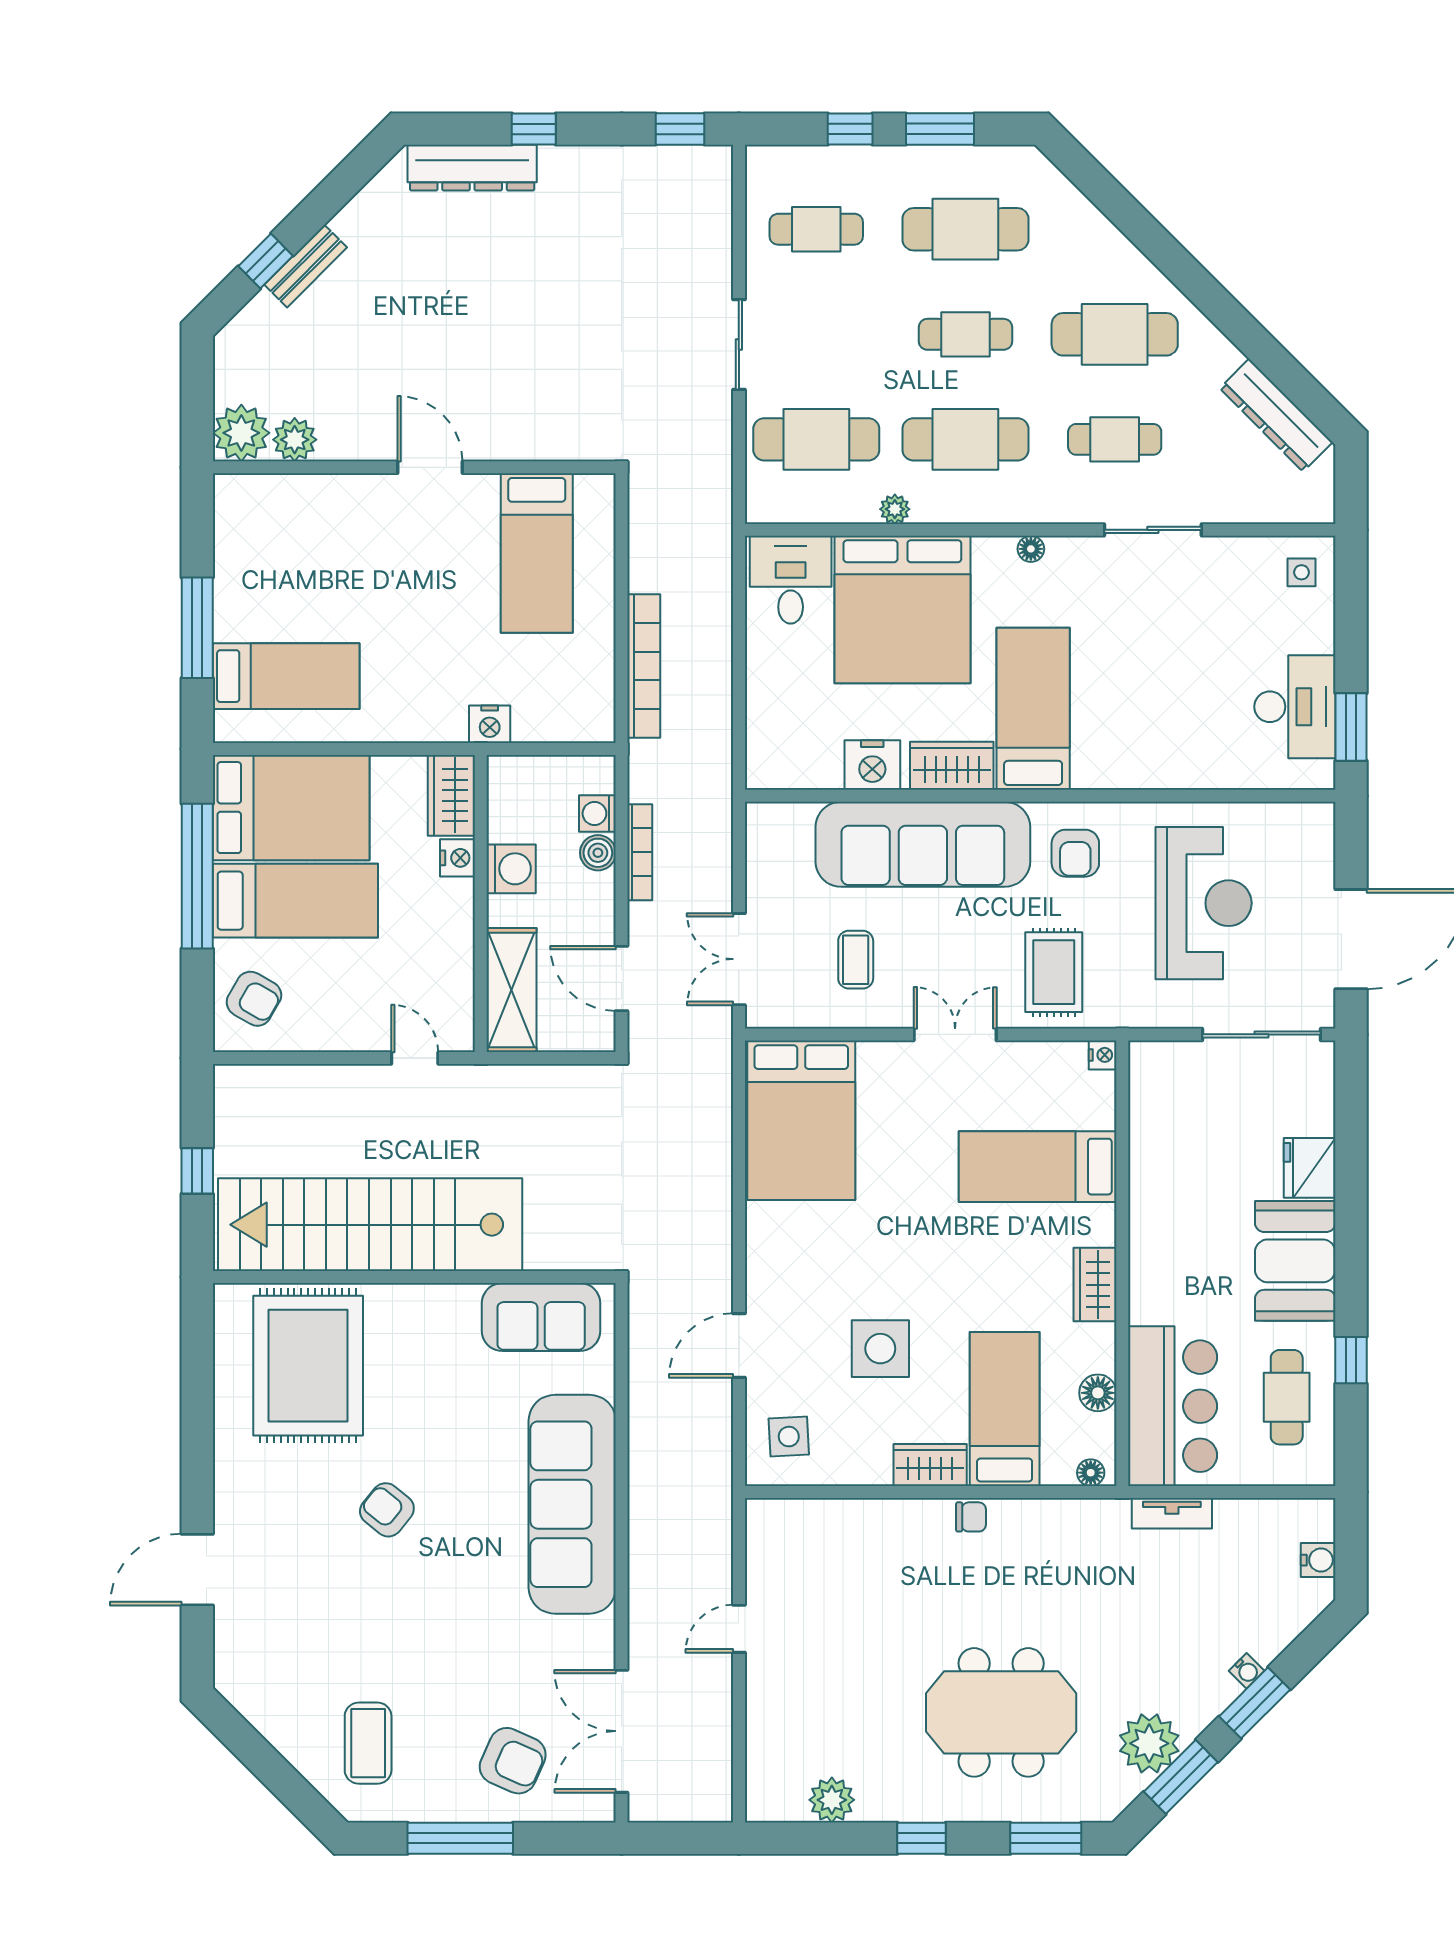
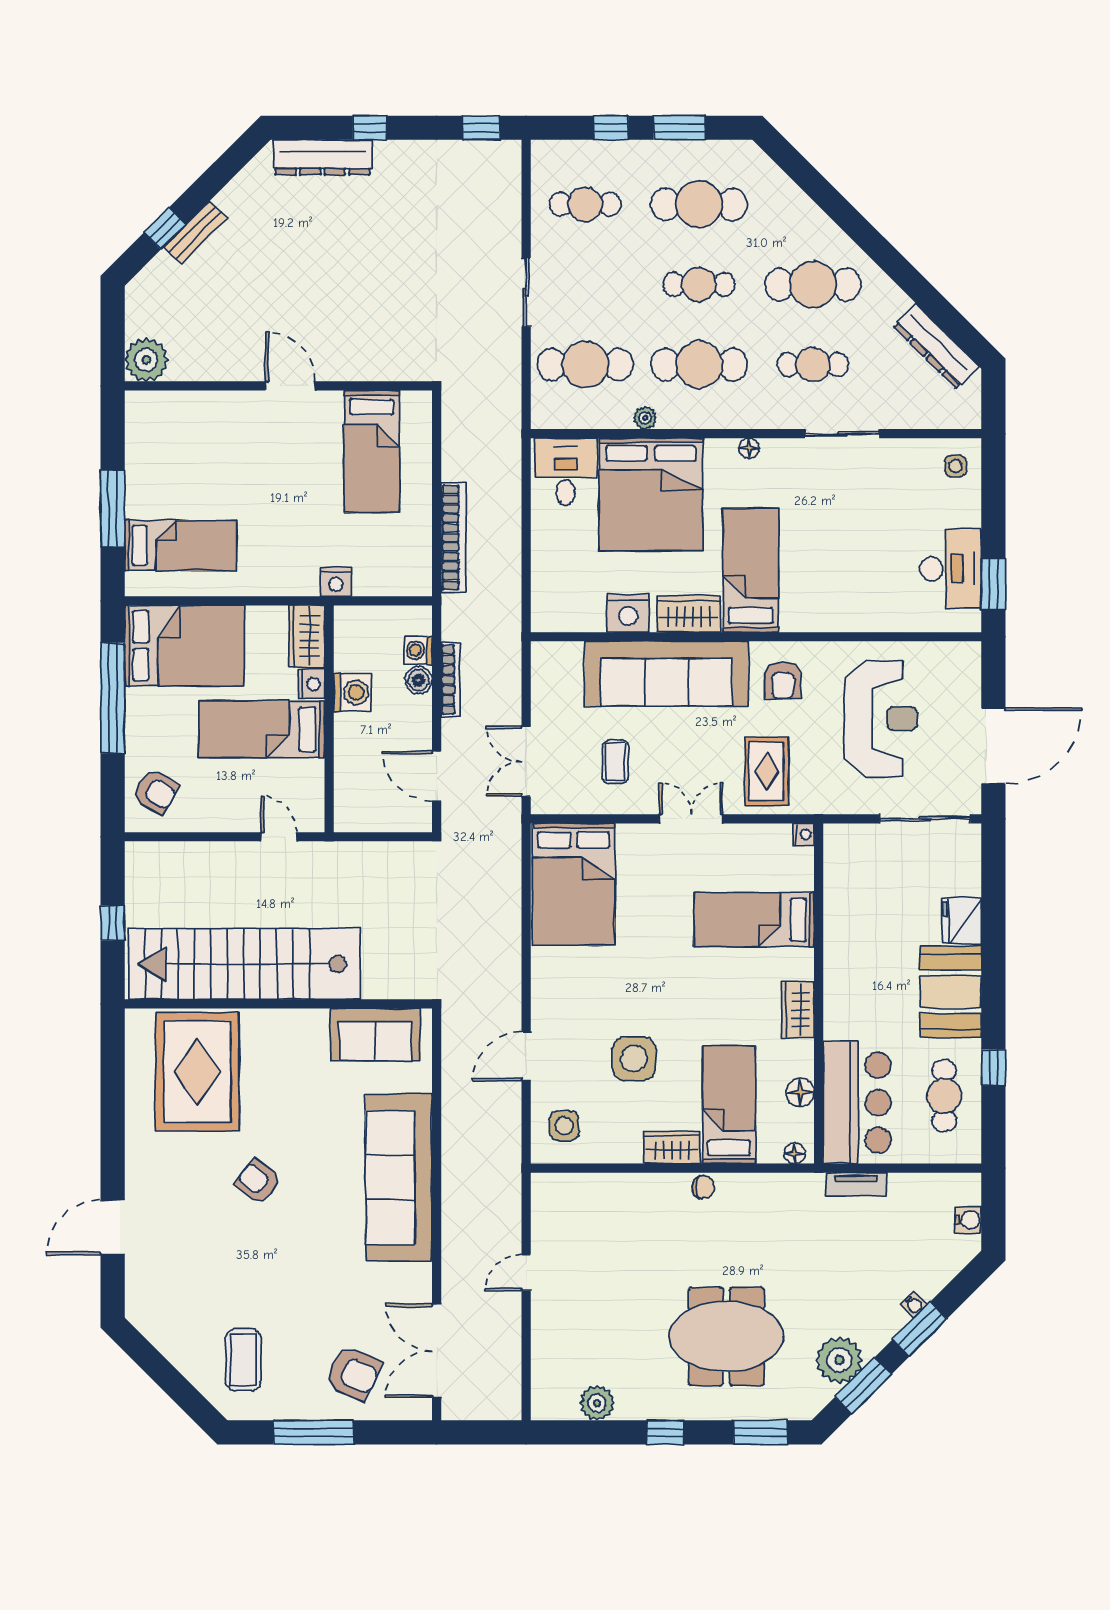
plant: (295, 440) -> (187, 365), removed
bed: (295, 901) -> (262, 729), moved, turned 180
shelving: (511, 990) -> (353, 785), removed

